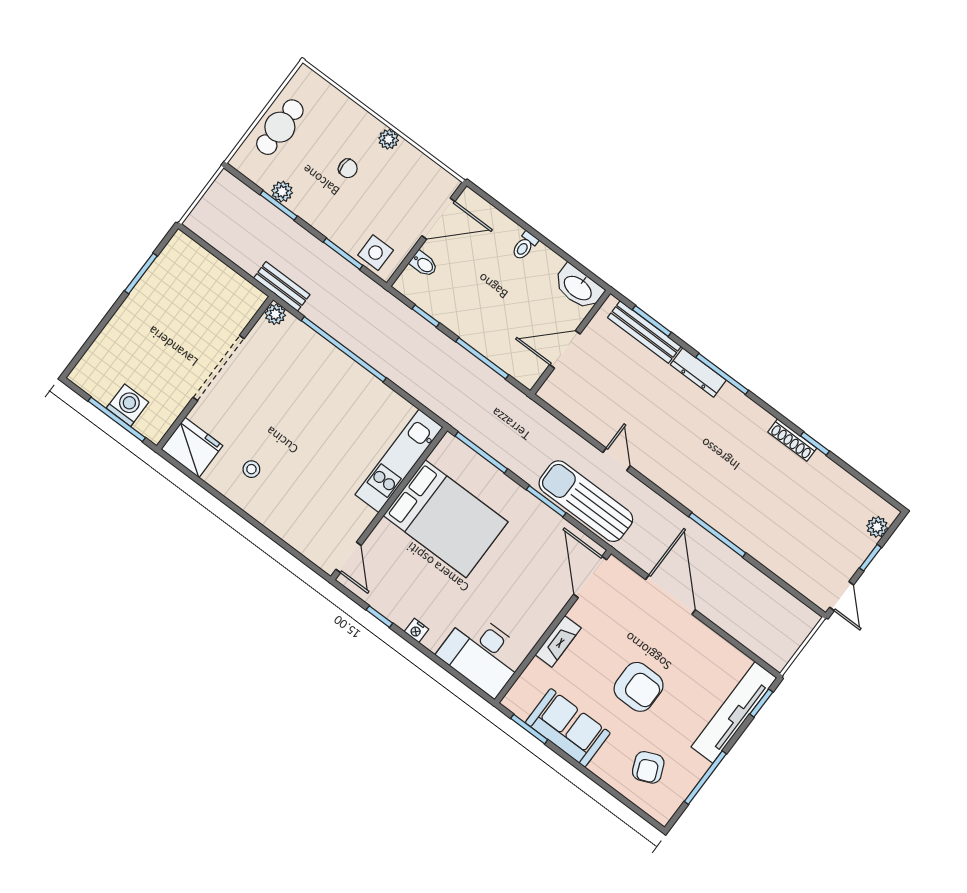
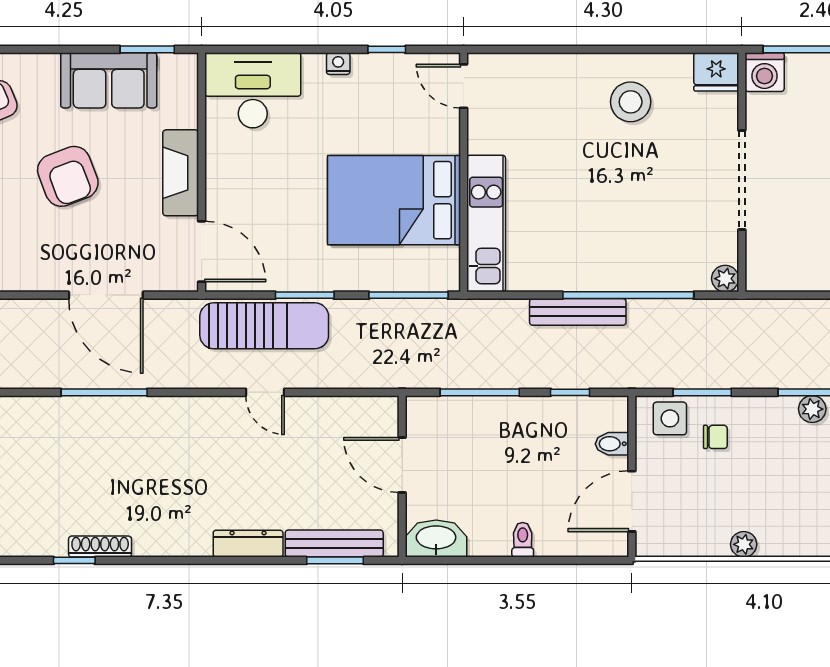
chair: (348, 168) -> (715, 437), moved, turned 180
bench: (282, 286) -> (578, 312), moved, width x1.36
door: (565, 349) -> (402, 465), swing flipped
window: (722, 374) -> (223, 560), removed
washing machine: (128, 405) -> (765, 72), moved
fridge: (192, 447) -> (716, 72), width x0.73, depth x0.75
stool: (251, 469) -> (631, 102), width x1.89, depth x1.89
fireplace: (558, 641) -> (181, 173), width x1.37, depth x1.32
armchair: (639, 687) -> (68, 176), turned -111

